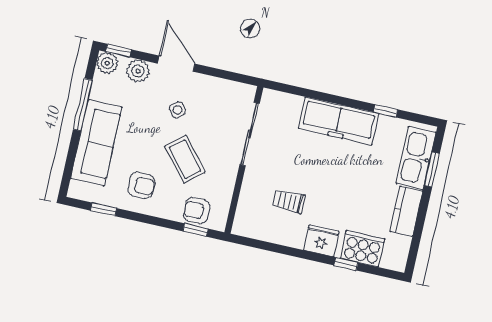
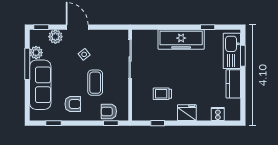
plant: (107, 63) -> (36, 53), moved
coffee table: (185, 159) -> (95, 83), turned 40
cooker: (362, 249) -> (218, 114), width x0.53, depth x0.76
window: (346, 264) -> (158, 123), moved

